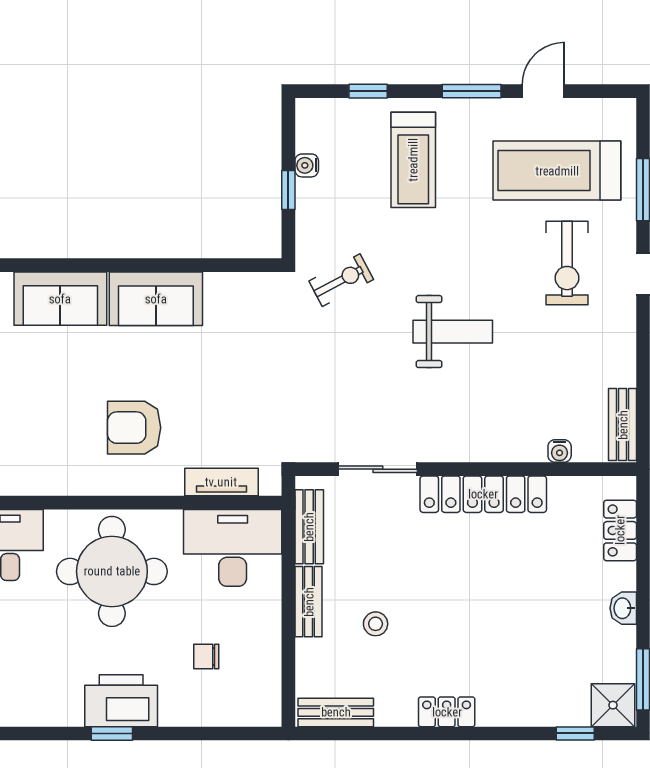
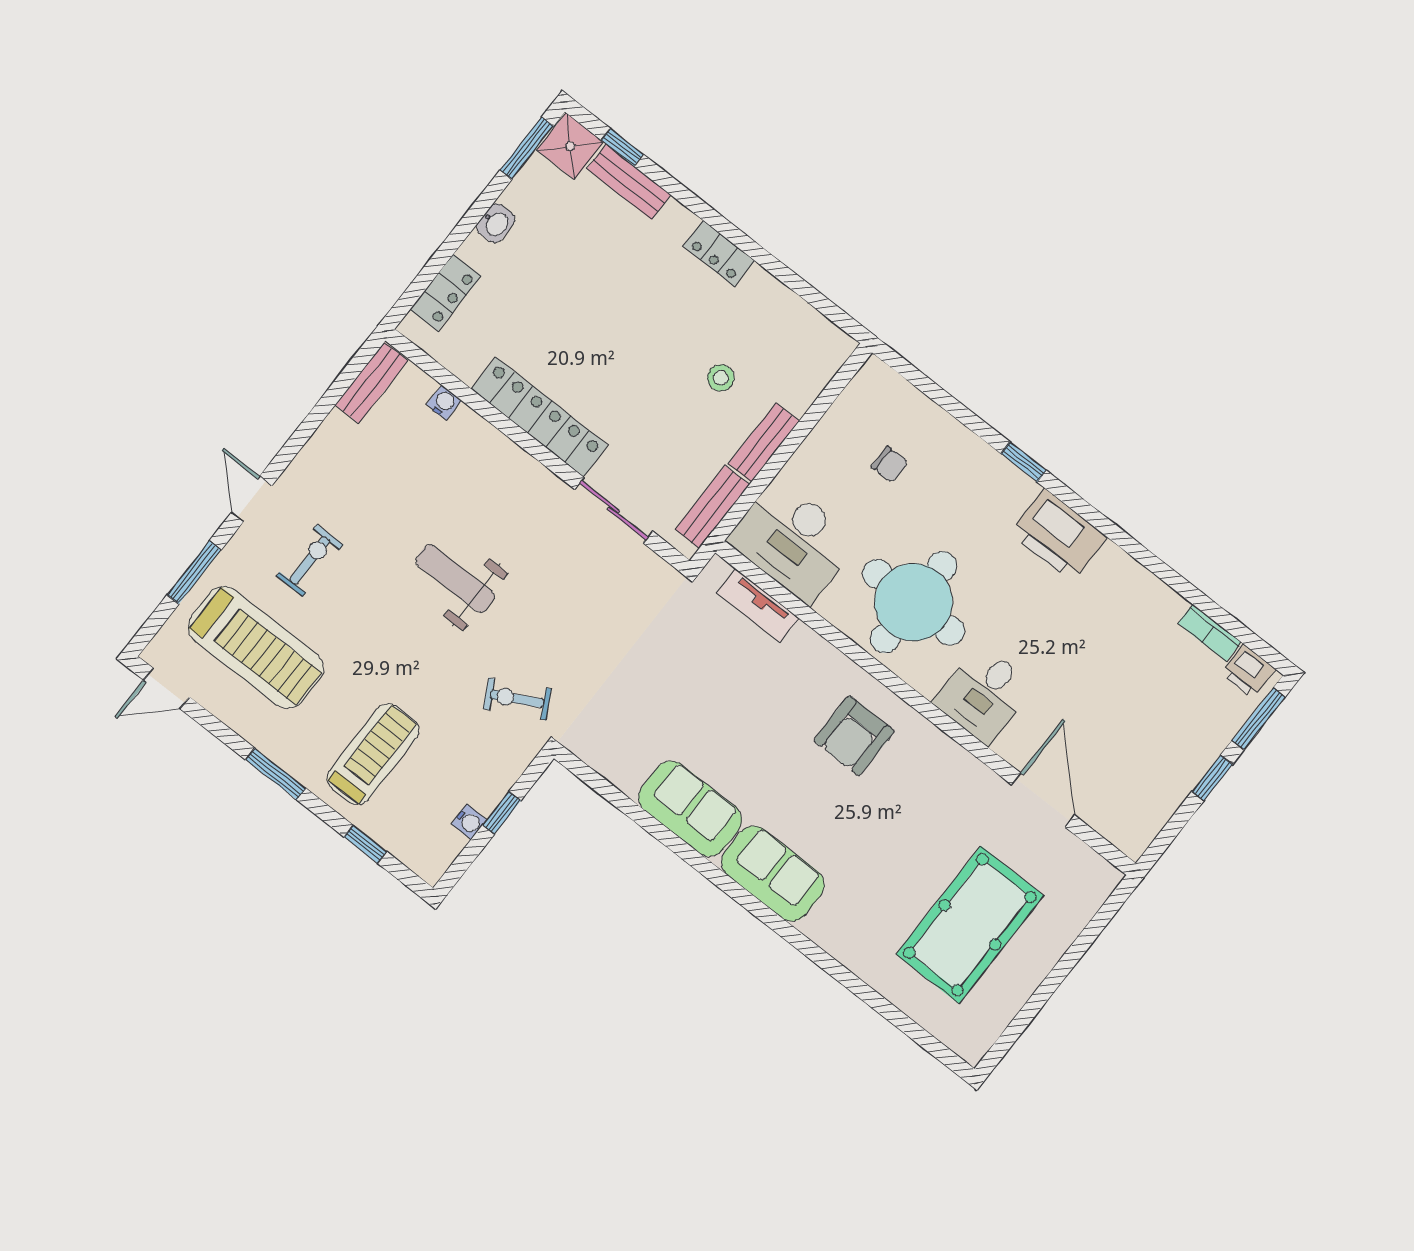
door: (543, 91) -> (167, 688), moved
exercise bike: (567, 263) -> (310, 560), width x0.73, depth x0.72
armchair: (134, 428) -> (854, 736), moved, turned 90
printer: (121, 701) -> (1058, 535), moved
bench: (336, 712) -> (629, 182), moved

